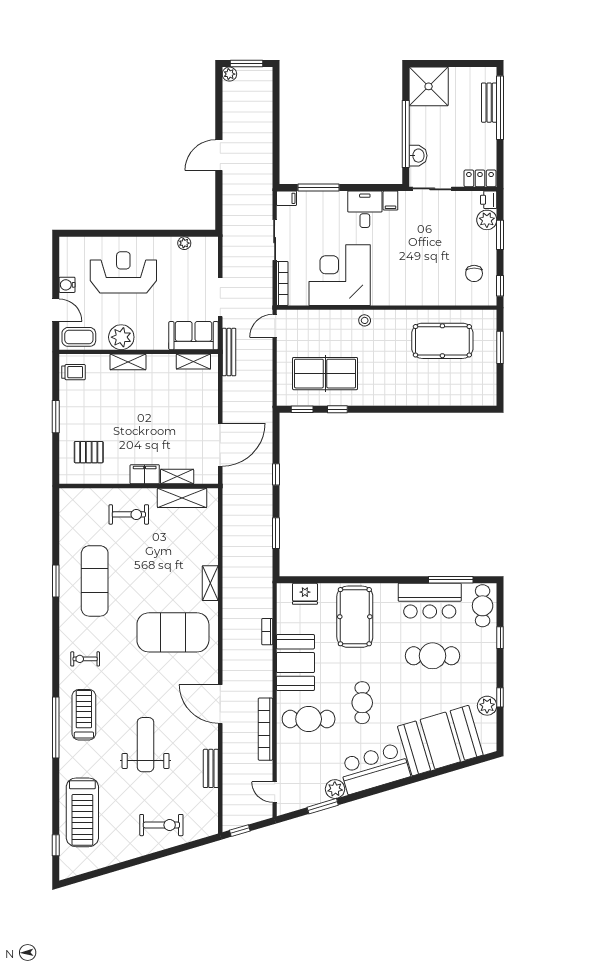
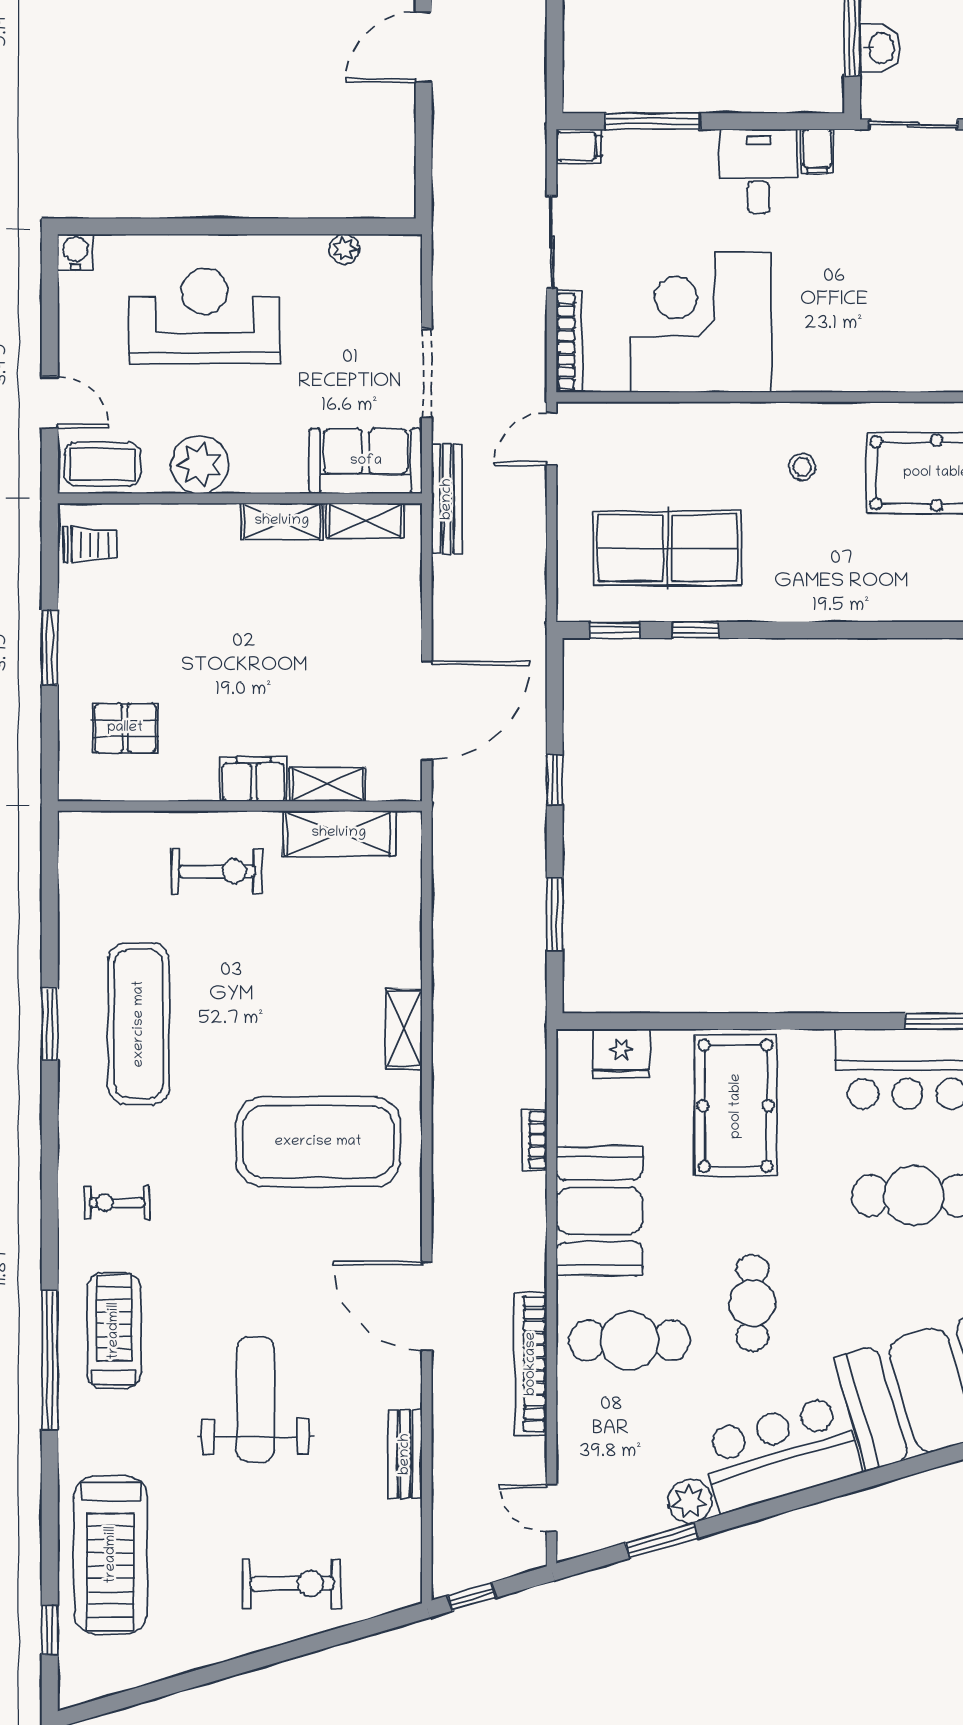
water cooler: (67, 285) -> (75, 252), moved, turned 90
stool: (365, 320) -> (802, 467), moved
shelving: (128, 362) -> (282, 521), moved

